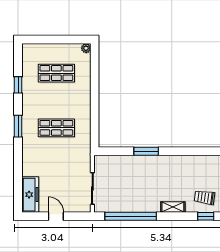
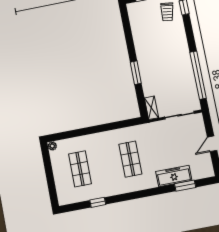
window: (18, 126) -> (185, 186), moved
freezer: (30, 195) -> (174, 176), moved
shelving: (173, 207) -> (151, 108), moved

